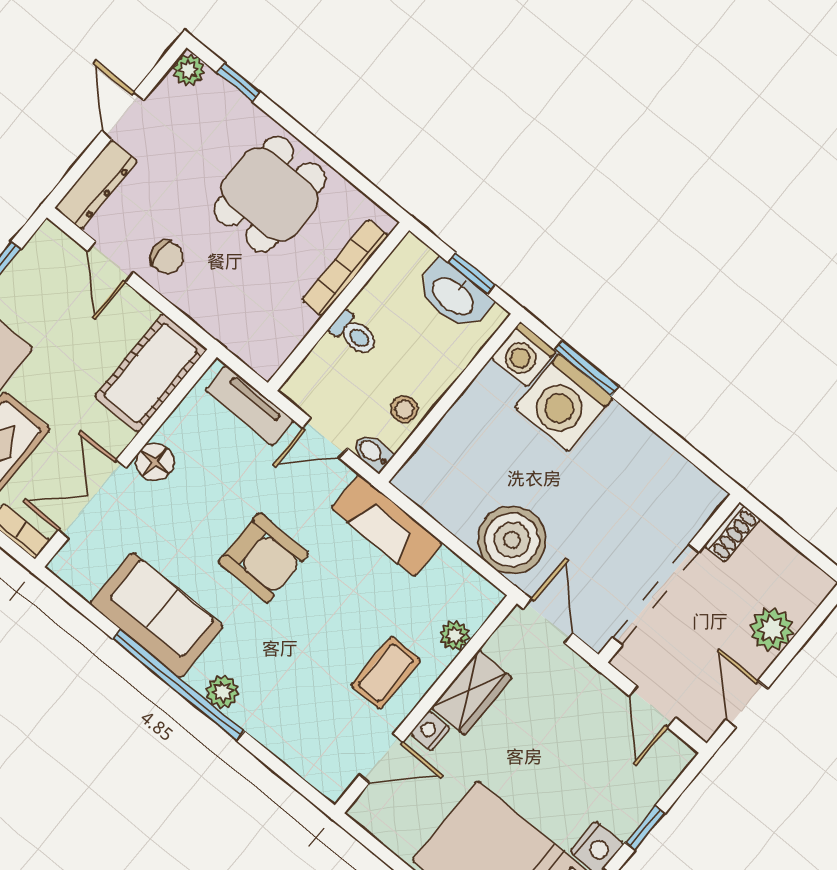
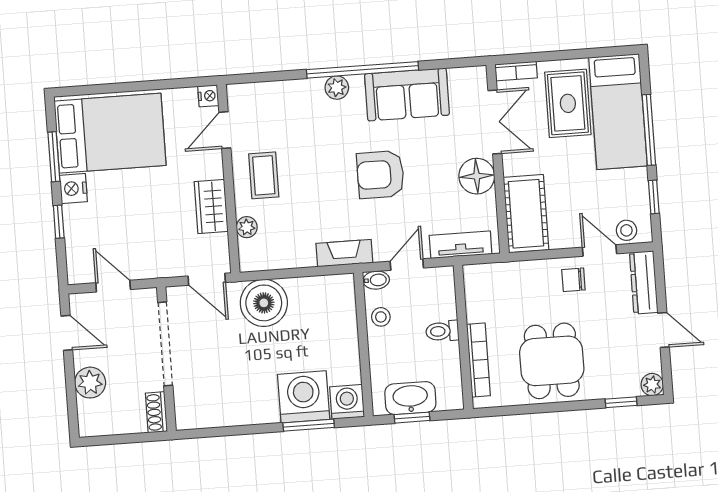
stool: (63, 256) -> (626, 230), added
floor lamp: (155, 462) -> (477, 176), width x1.38, depth x1.38
fireplace: (387, 525) -> (344, 253), width x0.73, depth x0.76
nightstand: (430, 731) -> (208, 96), moved

